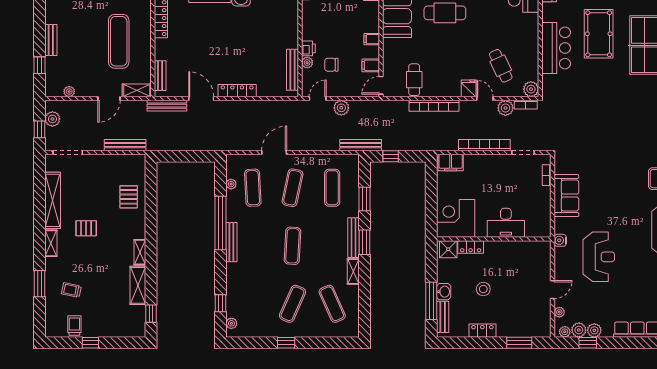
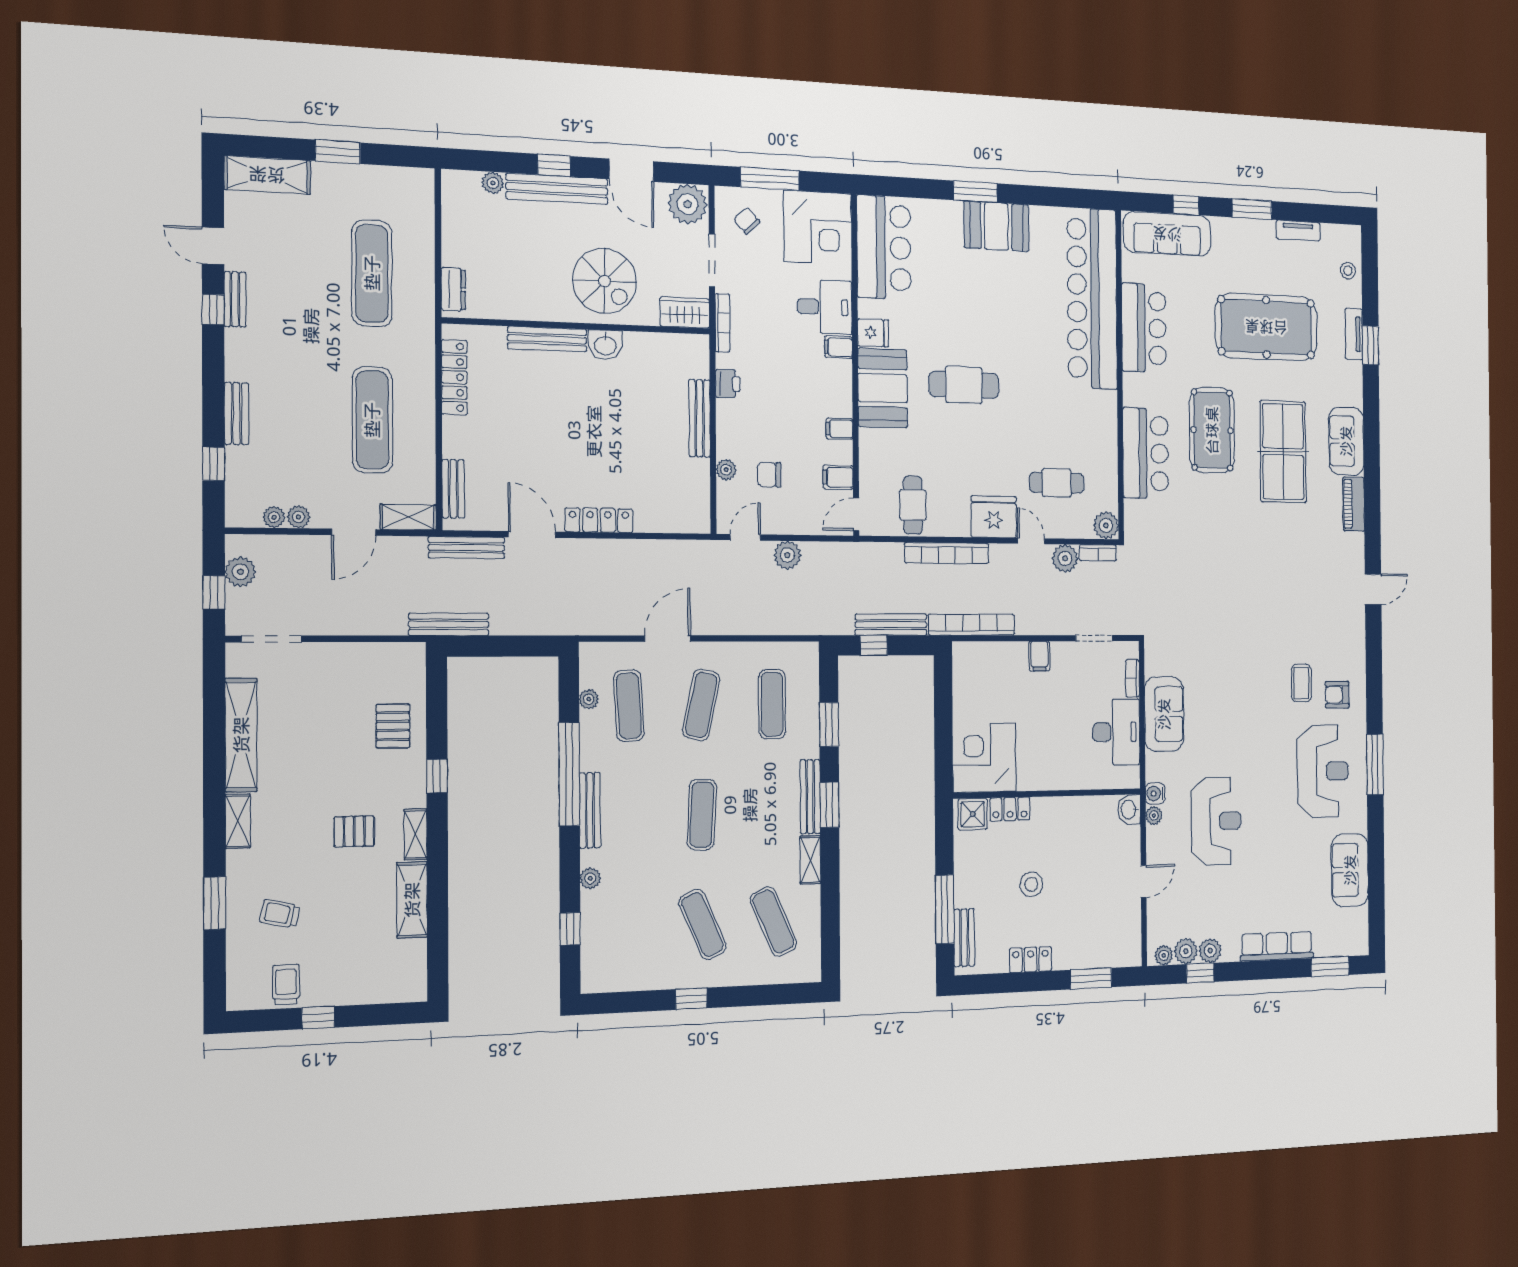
printer: (308, 48) -> (728, 384), moved
cafe table: (501, 66) -> (1057, 483), turned -65
bench: (293, 70) -> (700, 418), moved
fridge: (469, 88) -> (994, 517), width x1.88, depth x1.34
plant: (81, 91) -> (298, 517), added
bench: (125, 145) -> (449, 624), moved
bench: (361, 145) -> (891, 625), moved
bookcase: (484, 145) -> (971, 625), moved
filing cabinet: (451, 162) -> (1039, 656), moved, width x0.50
desk: (506, 223) -> (1116, 732), moved, turned -90
pallet: (86, 228) -> (354, 831), moved
washbasin: (444, 292) -> (1129, 809), moved, turned 180
exercise mat: (292, 304) -> (702, 924), turned -48
plant: (559, 312) -> (1154, 815), moved
window: (151, 314) -> (437, 776), moved
plant: (231, 323) -> (590, 878), moved

